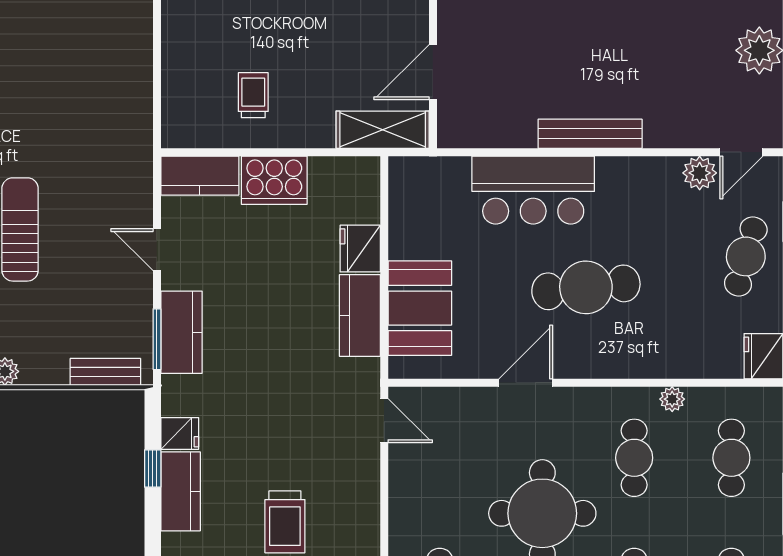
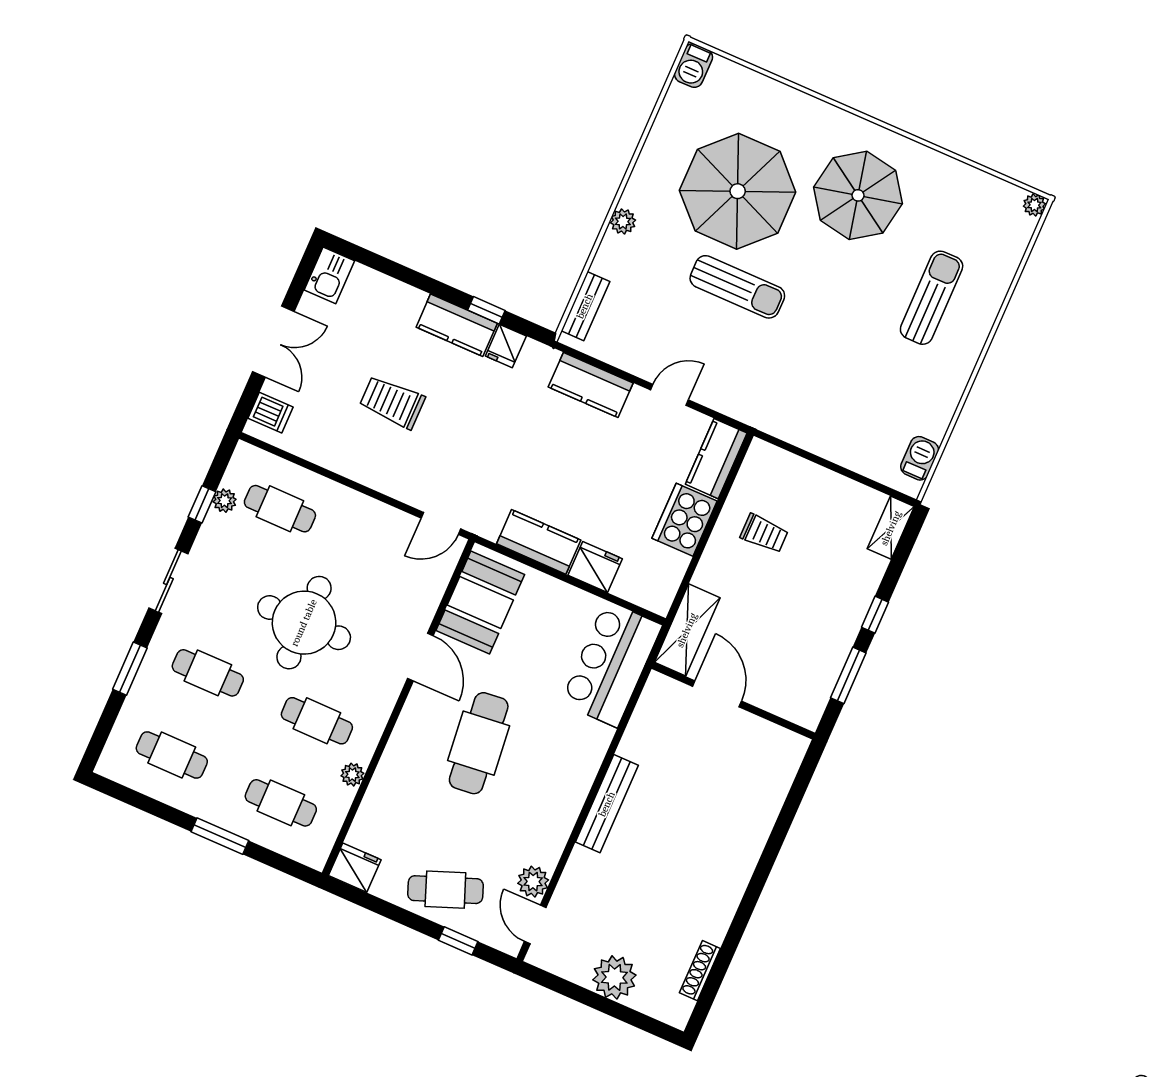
bar counter: (533, 190) -> (611, 664), moved
cafe table: (746, 256) -> (445, 890), turned -37
booth: (420, 308) -> (480, 603), moved, turned 90
window: (157, 339) -> (594, 362), removed

